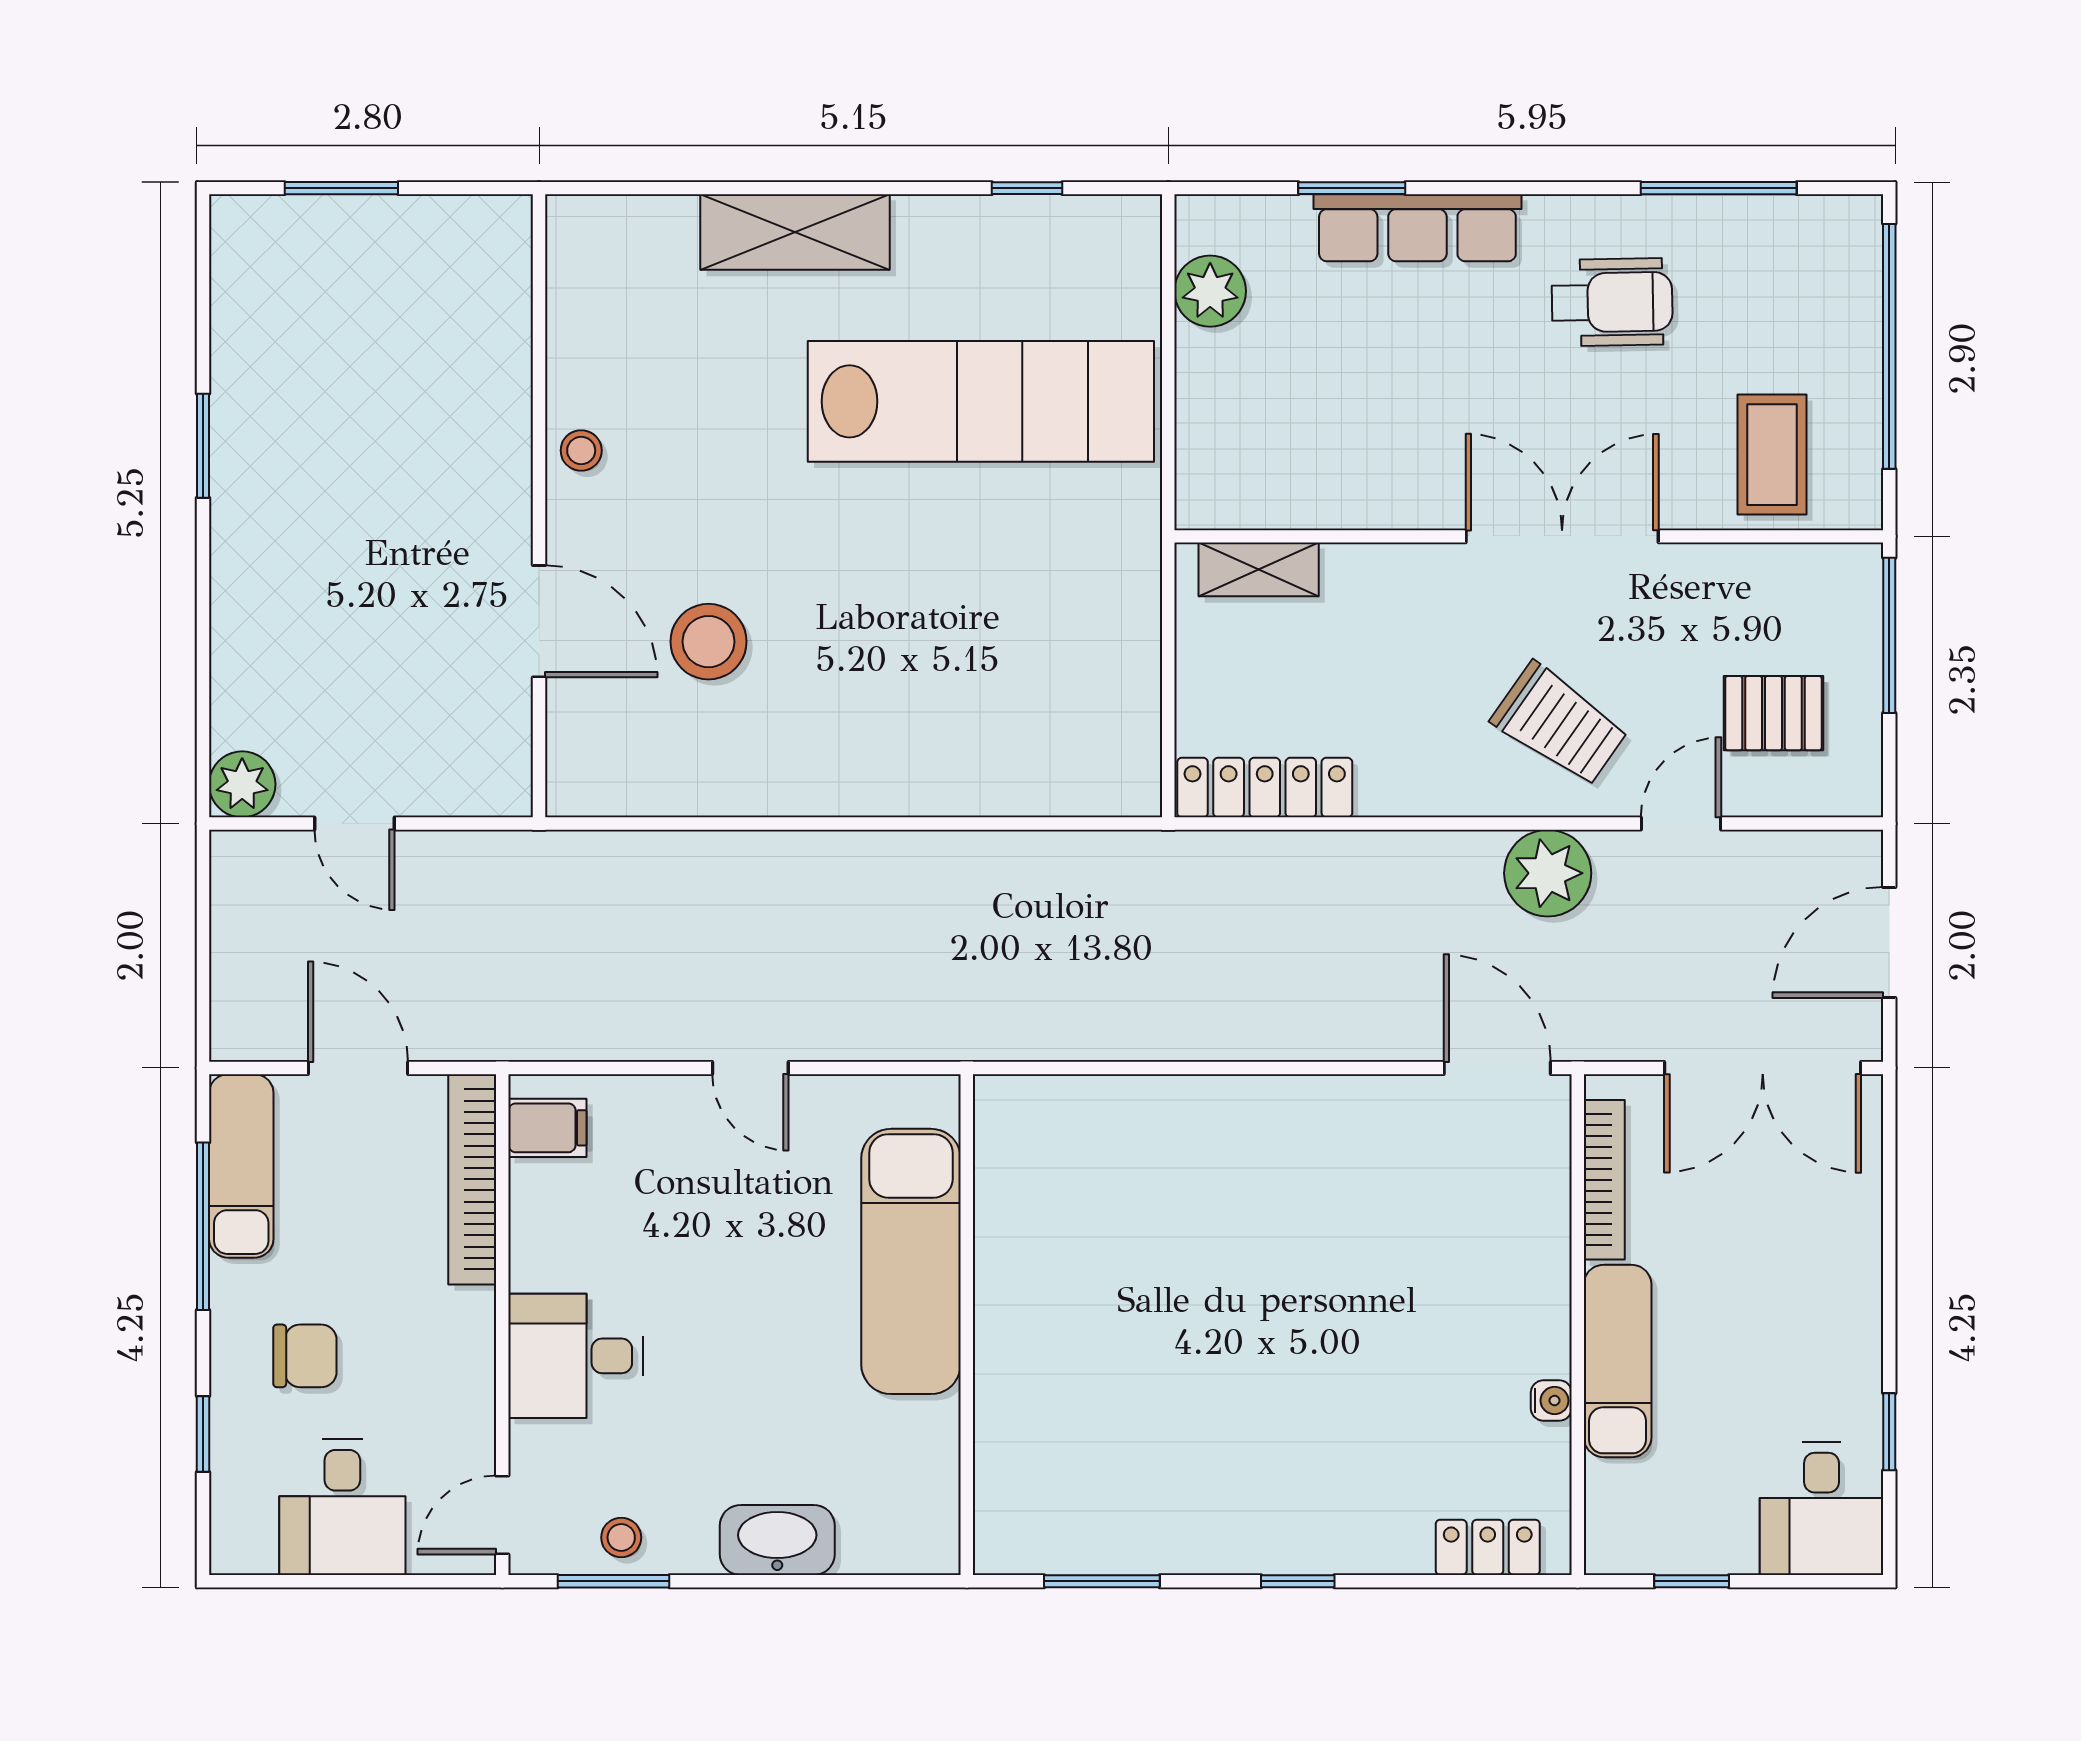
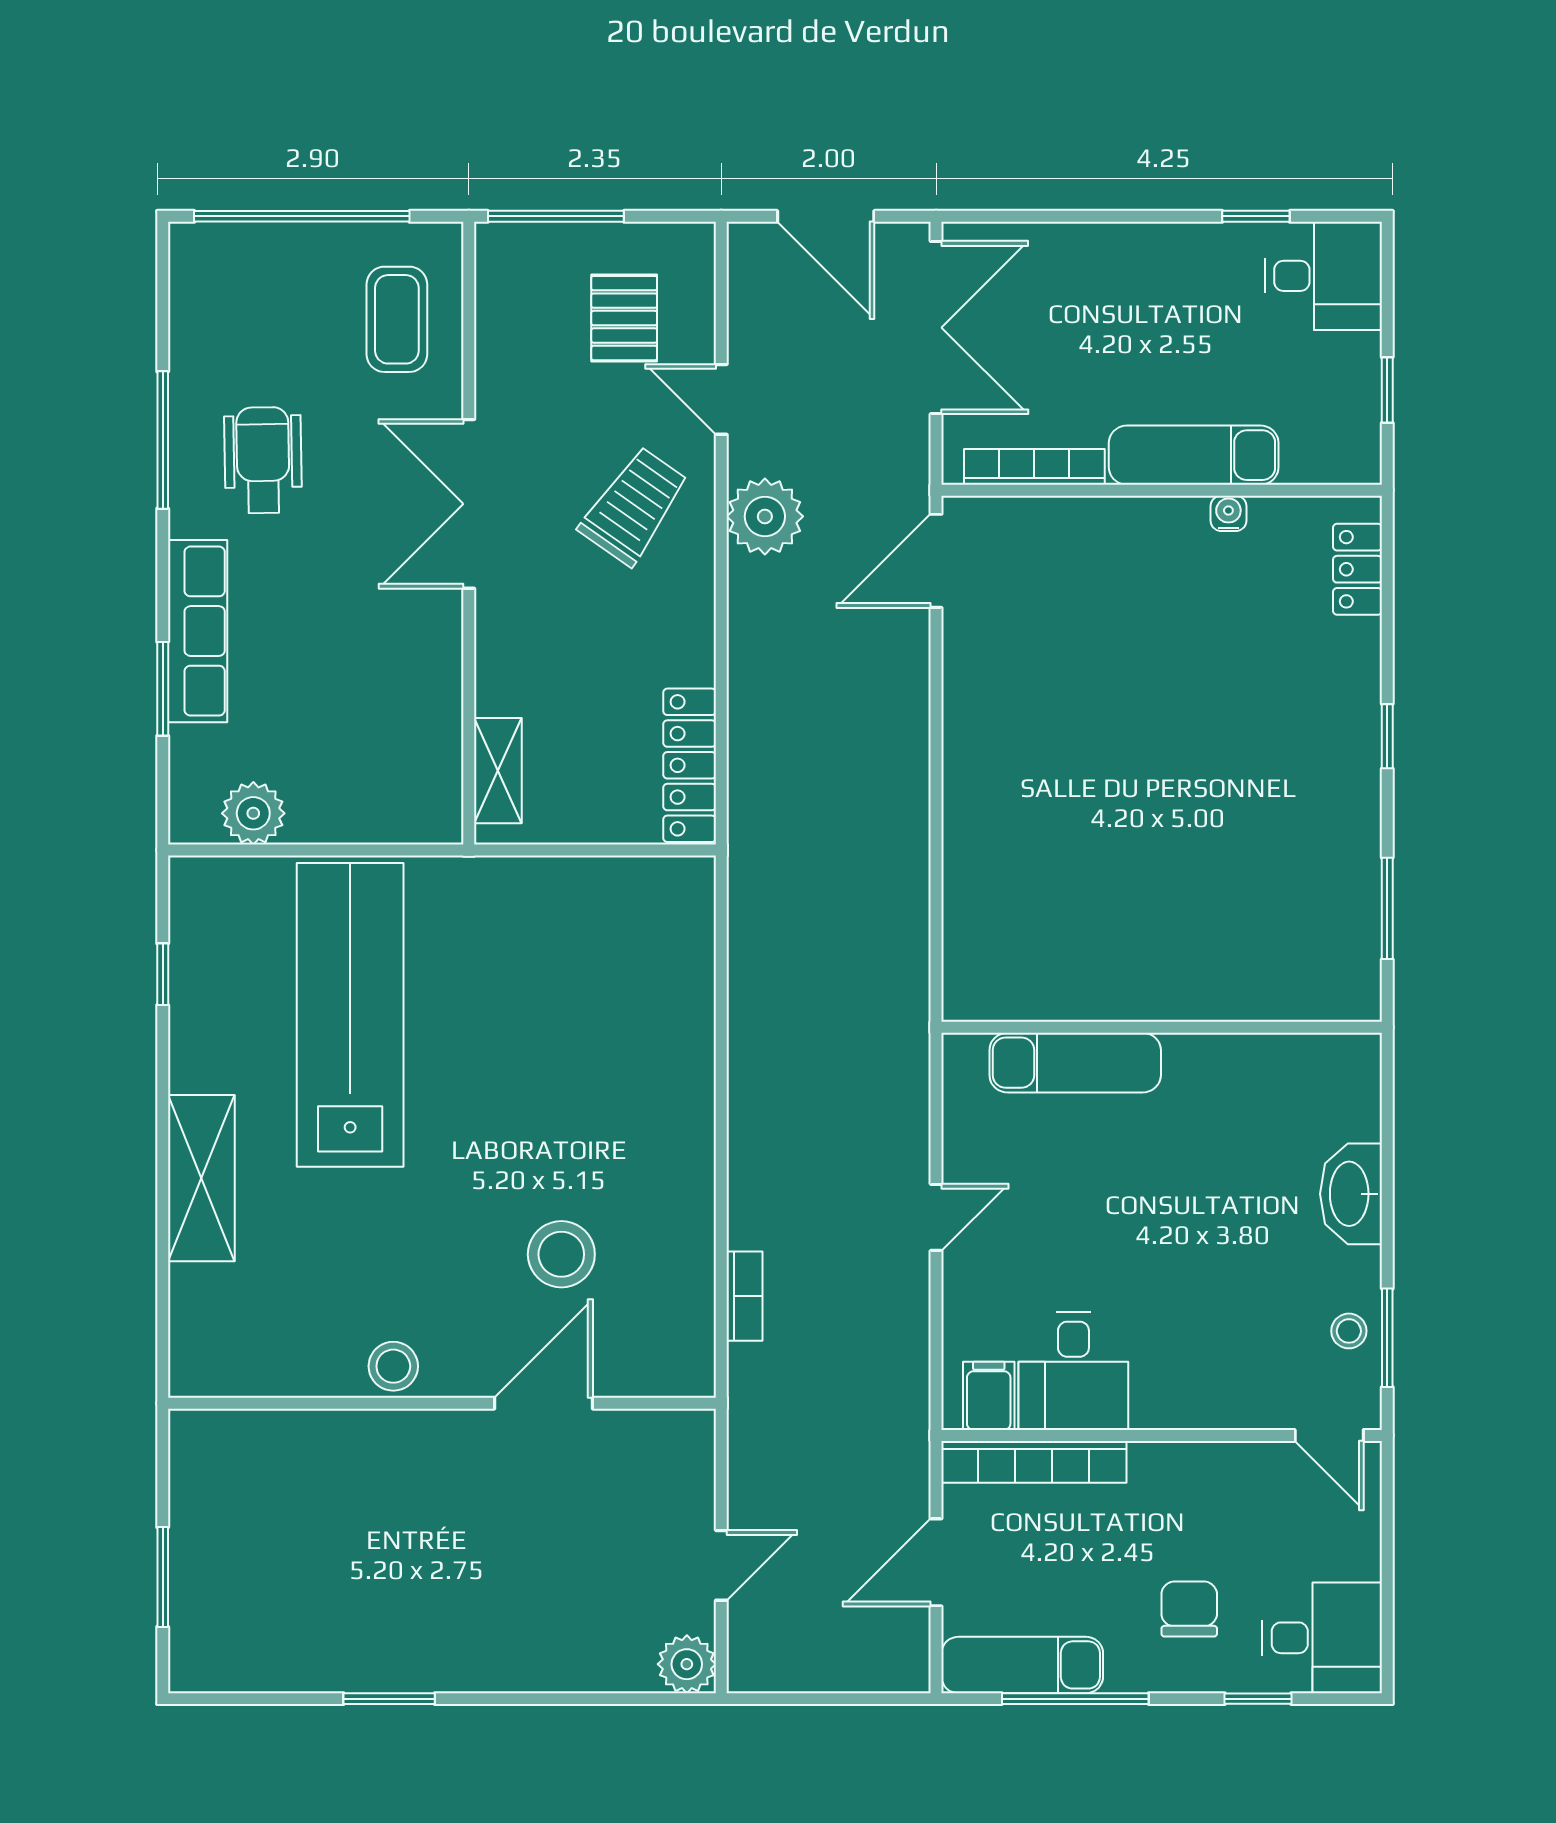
window: (1719, 188) -> (163, 440), moved
stool: (581, 450) -> (393, 1366), width x1.37, depth x1.37
coffee table: (1772, 455) -> (397, 319), turned 90
bookcase: (661, 850) -> (745, 1296), added
exam couch: (911, 1261) -> (1075, 1063), width x0.73, depth x0.69
desk: (576, 1356) -> (1073, 1371), moved
desk: (342, 1507) -> (1322, 1638), moved

